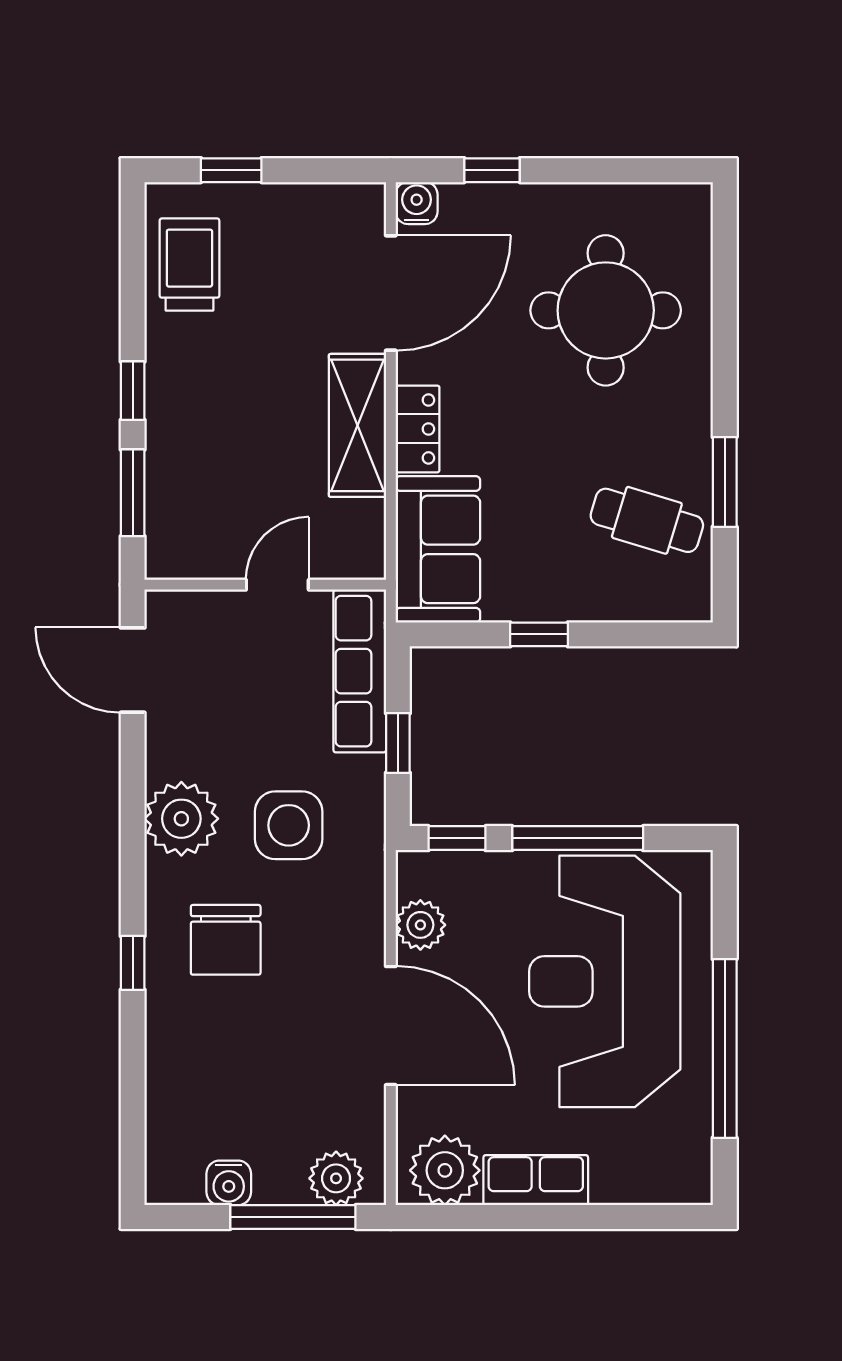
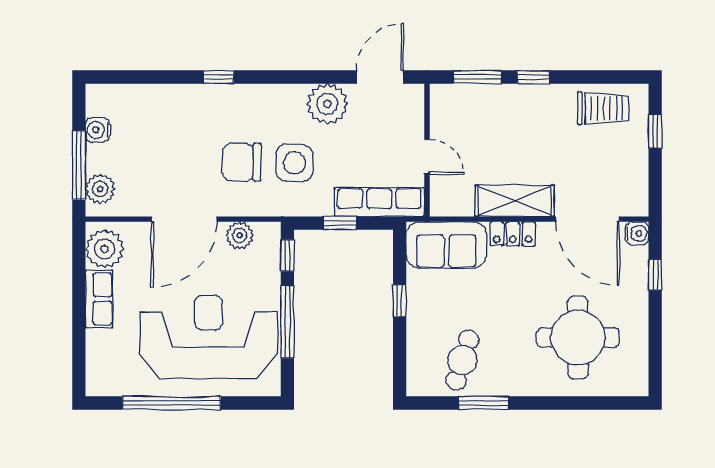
plant: (181, 819) -> (327, 104), moved
chair: (226, 940) -> (242, 162), moved

